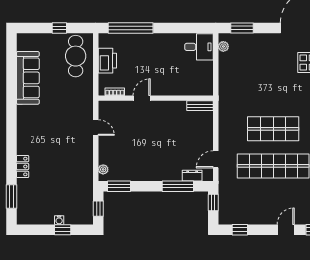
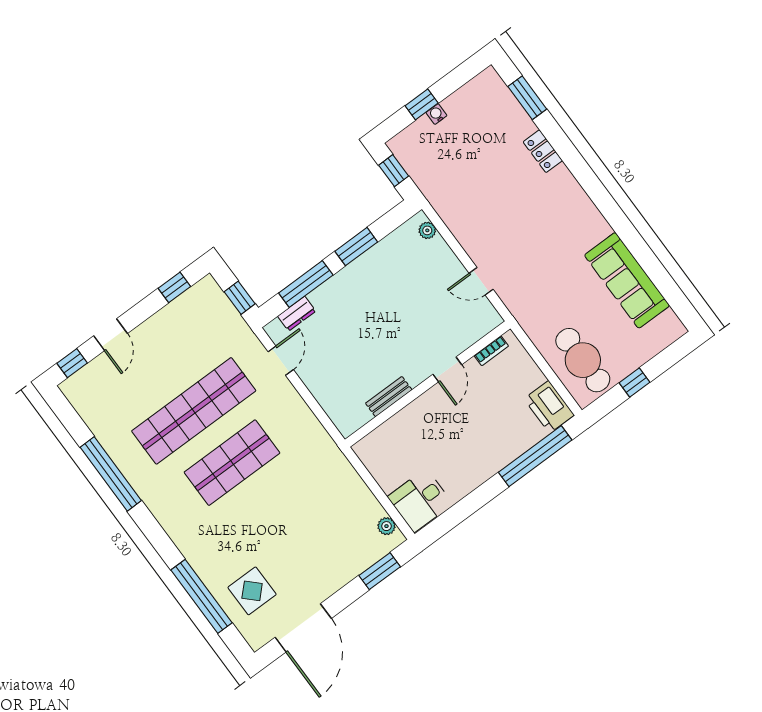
printer: (107, 61) -> (549, 407), moved
bench: (200, 106) -> (389, 397), moved
window: (119, 186) -> (356, 247), moved

